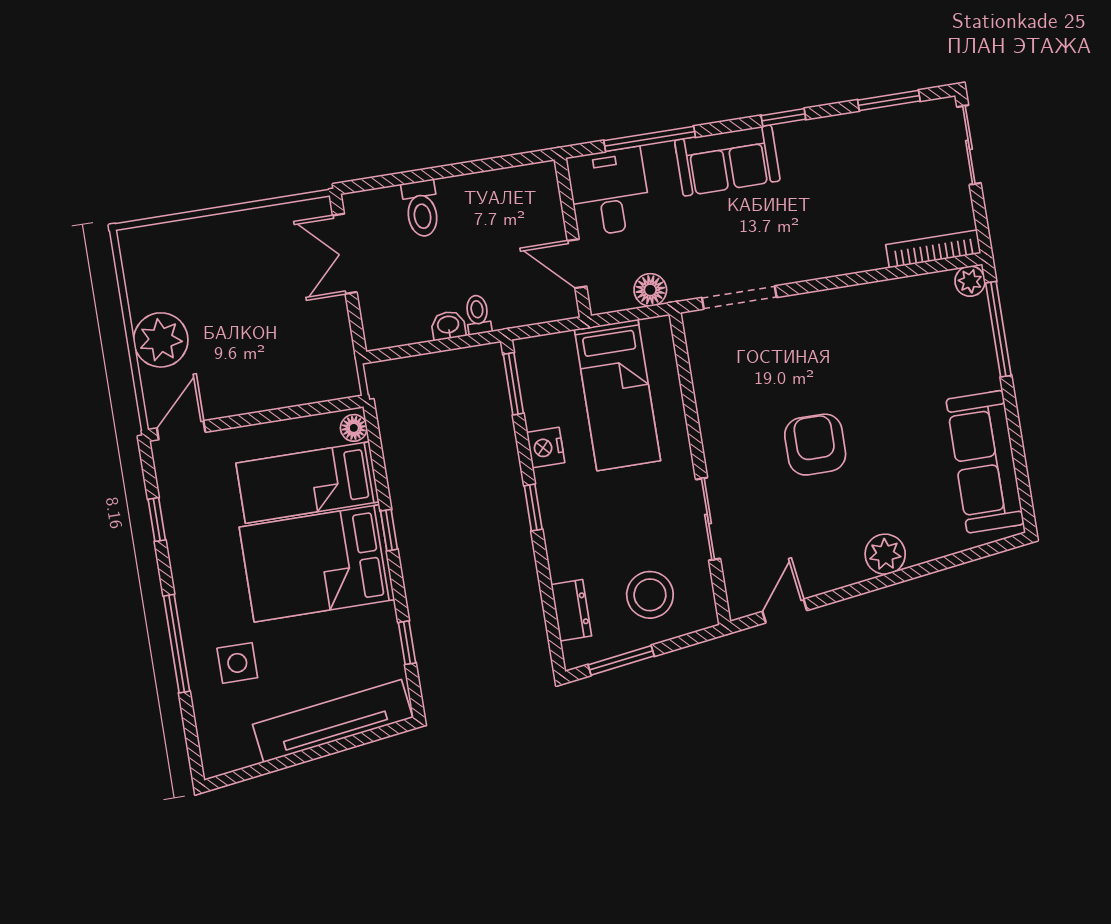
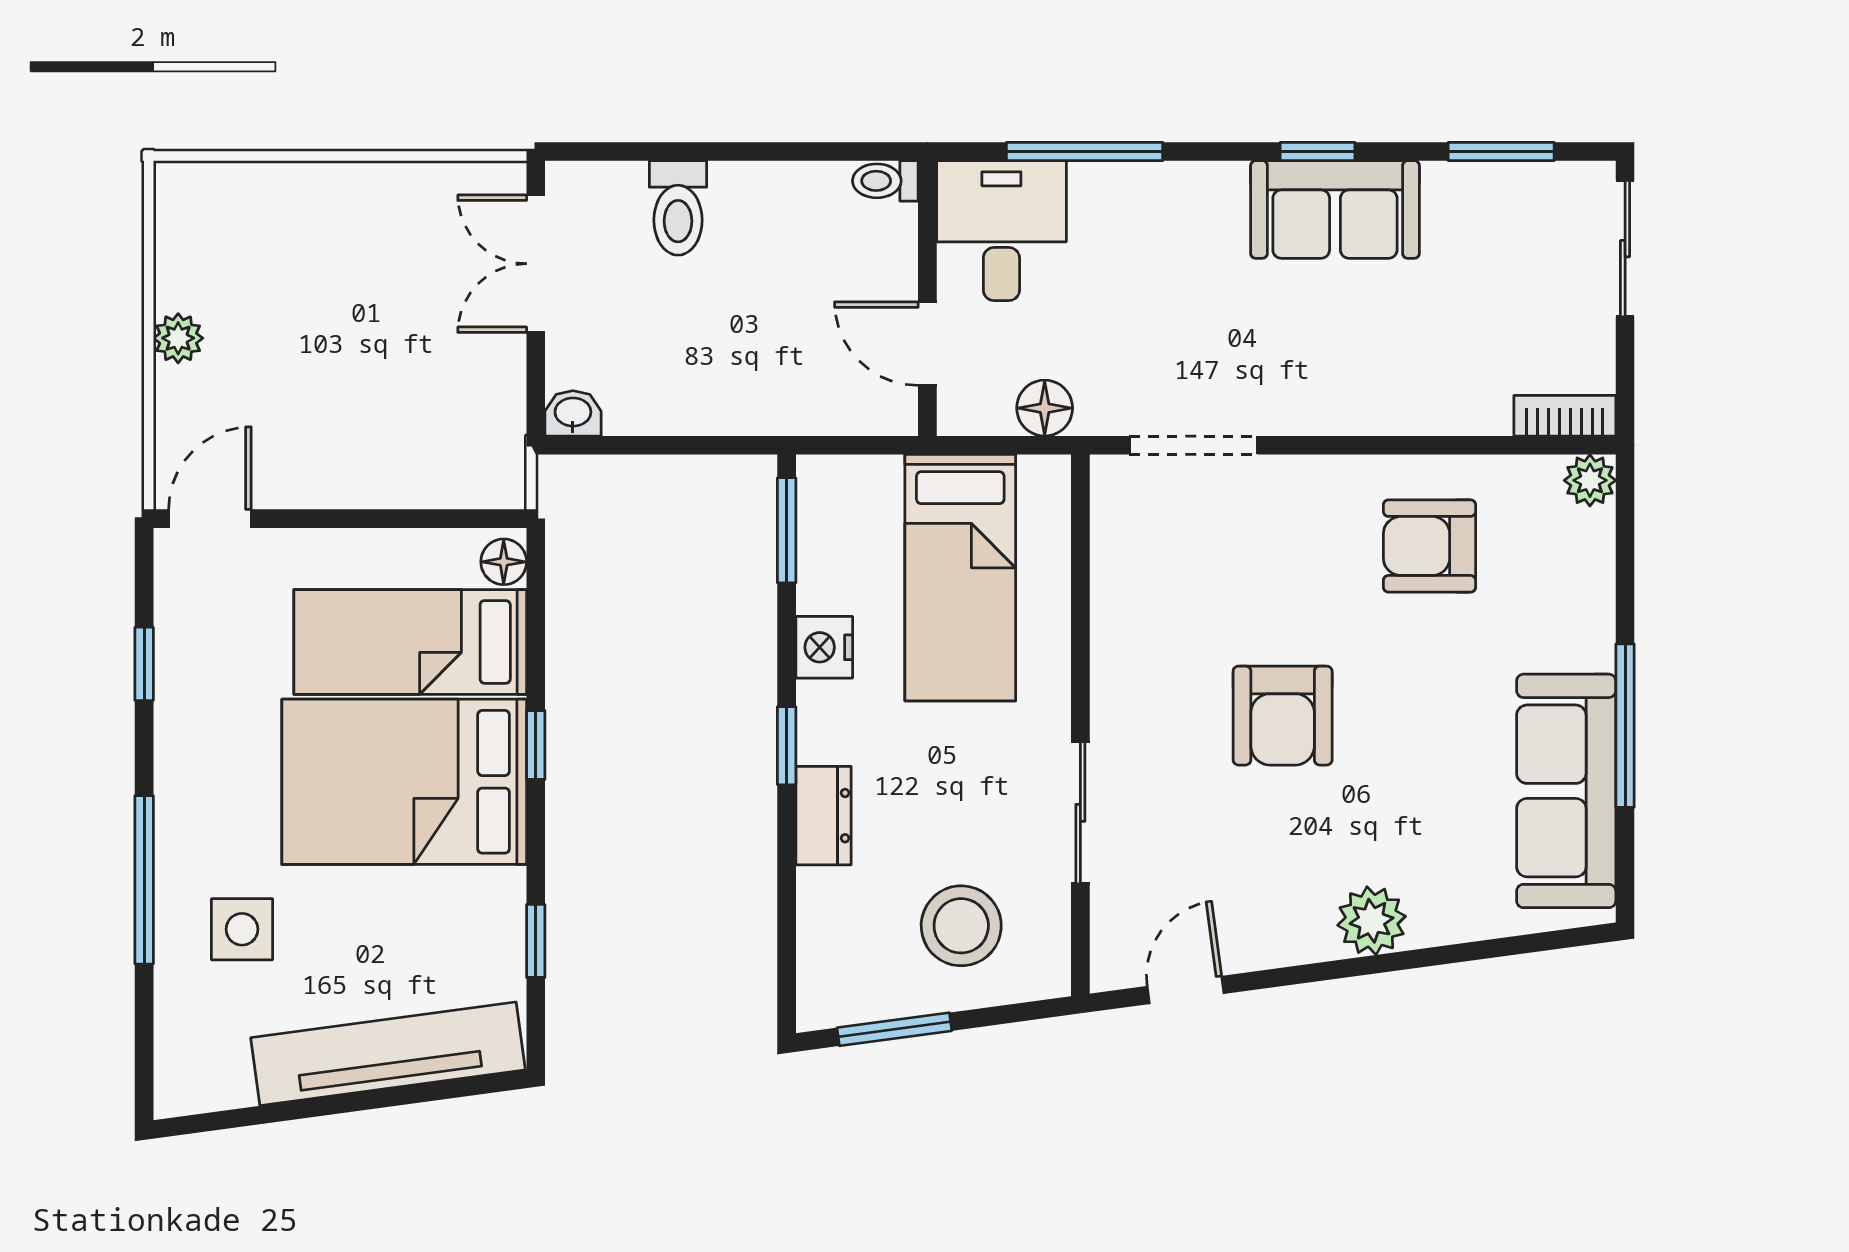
sofa: (727, 161) -> (1335, 209), moved
bookcase: (933, 249) -> (1565, 416), width x0.64
toilet: (478, 315) -> (885, 181), moved, turned -90
washbasin: (448, 325) -> (573, 413), moved
window: (998, 329) -> (1625, 726), moved
armchair: (884, 334) -> (1429, 546), added
plant: (161, 340) -> (178, 338), width x0.53, depth x0.53
armchair: (815, 445) -> (1283, 716), turned 180
dresser: (571, 610) -> (823, 816), moved

